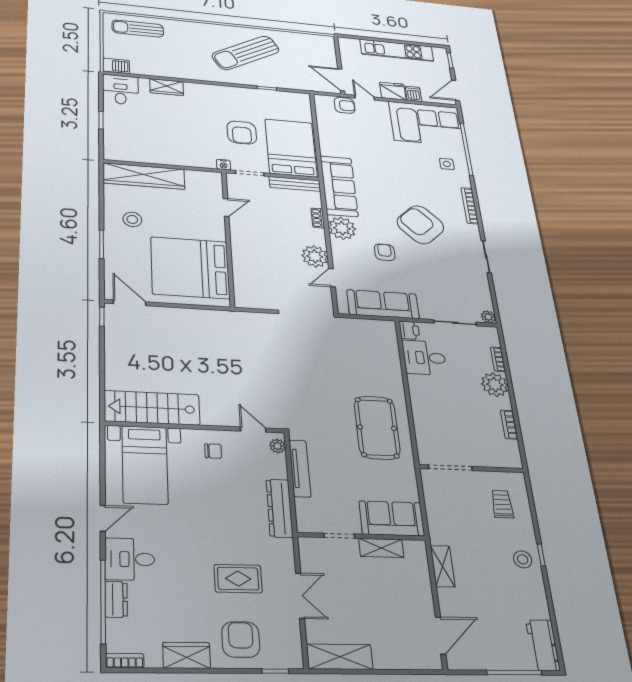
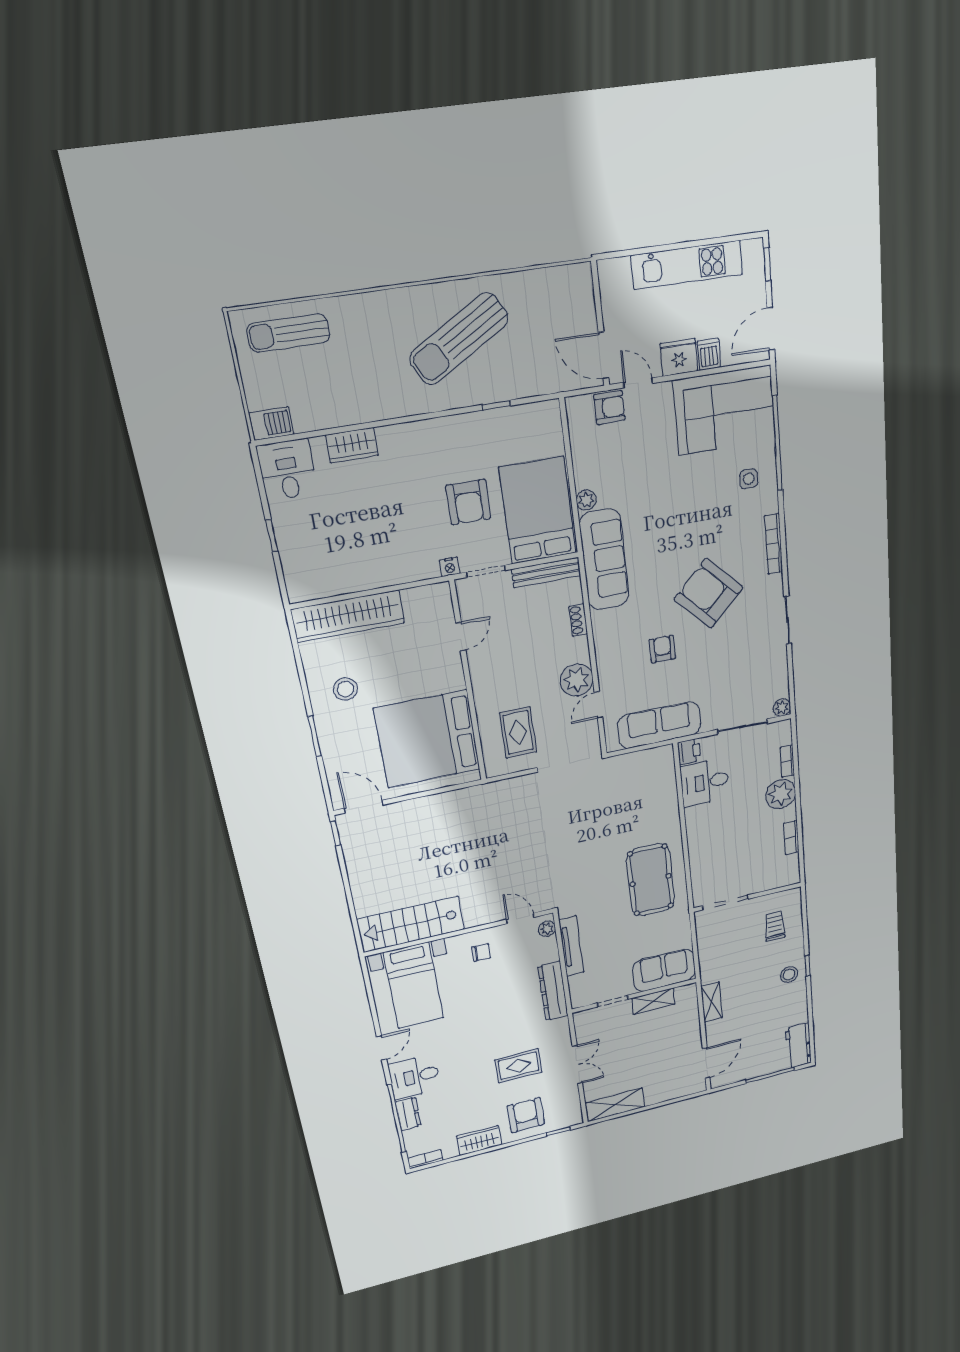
plant: (342, 228) -> (586, 500), moved, width x0.53, depth x0.53
rug: (264, 281) -> (518, 732), added

